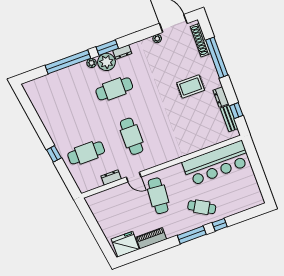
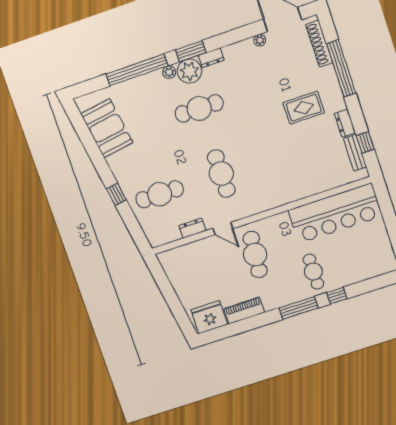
booth: (46, 105) -> (107, 128), added
cafe table: (202, 207) -> (313, 272), turned 60

